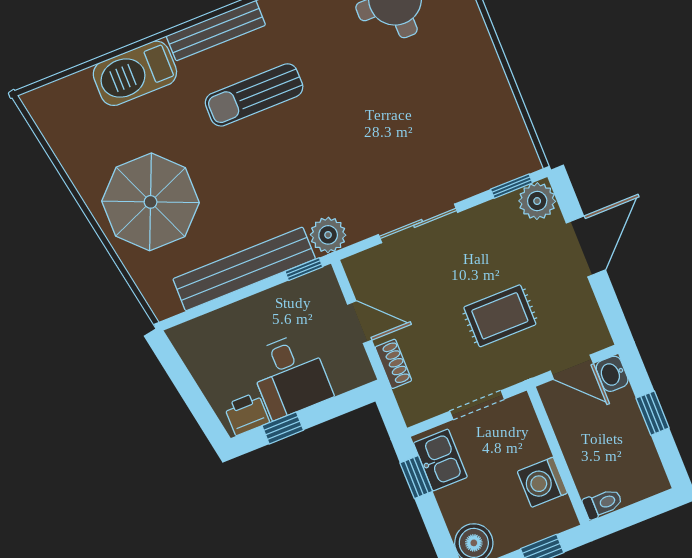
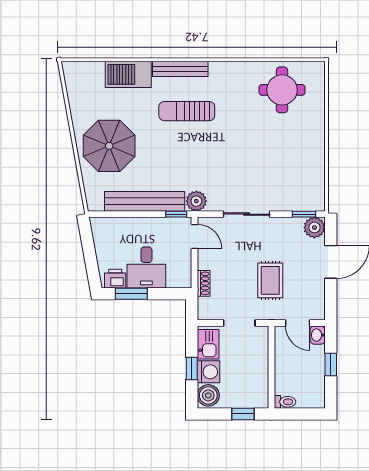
rug: (500, 316) -> (270, 280), turned 90
door: (360, 322) -> (195, 236), moved
window: (283, 428) -> (131, 294), width x1.50
window: (416, 477) -> (192, 368), moved
washing machine: (542, 482) -> (209, 372), moved, turned 180

